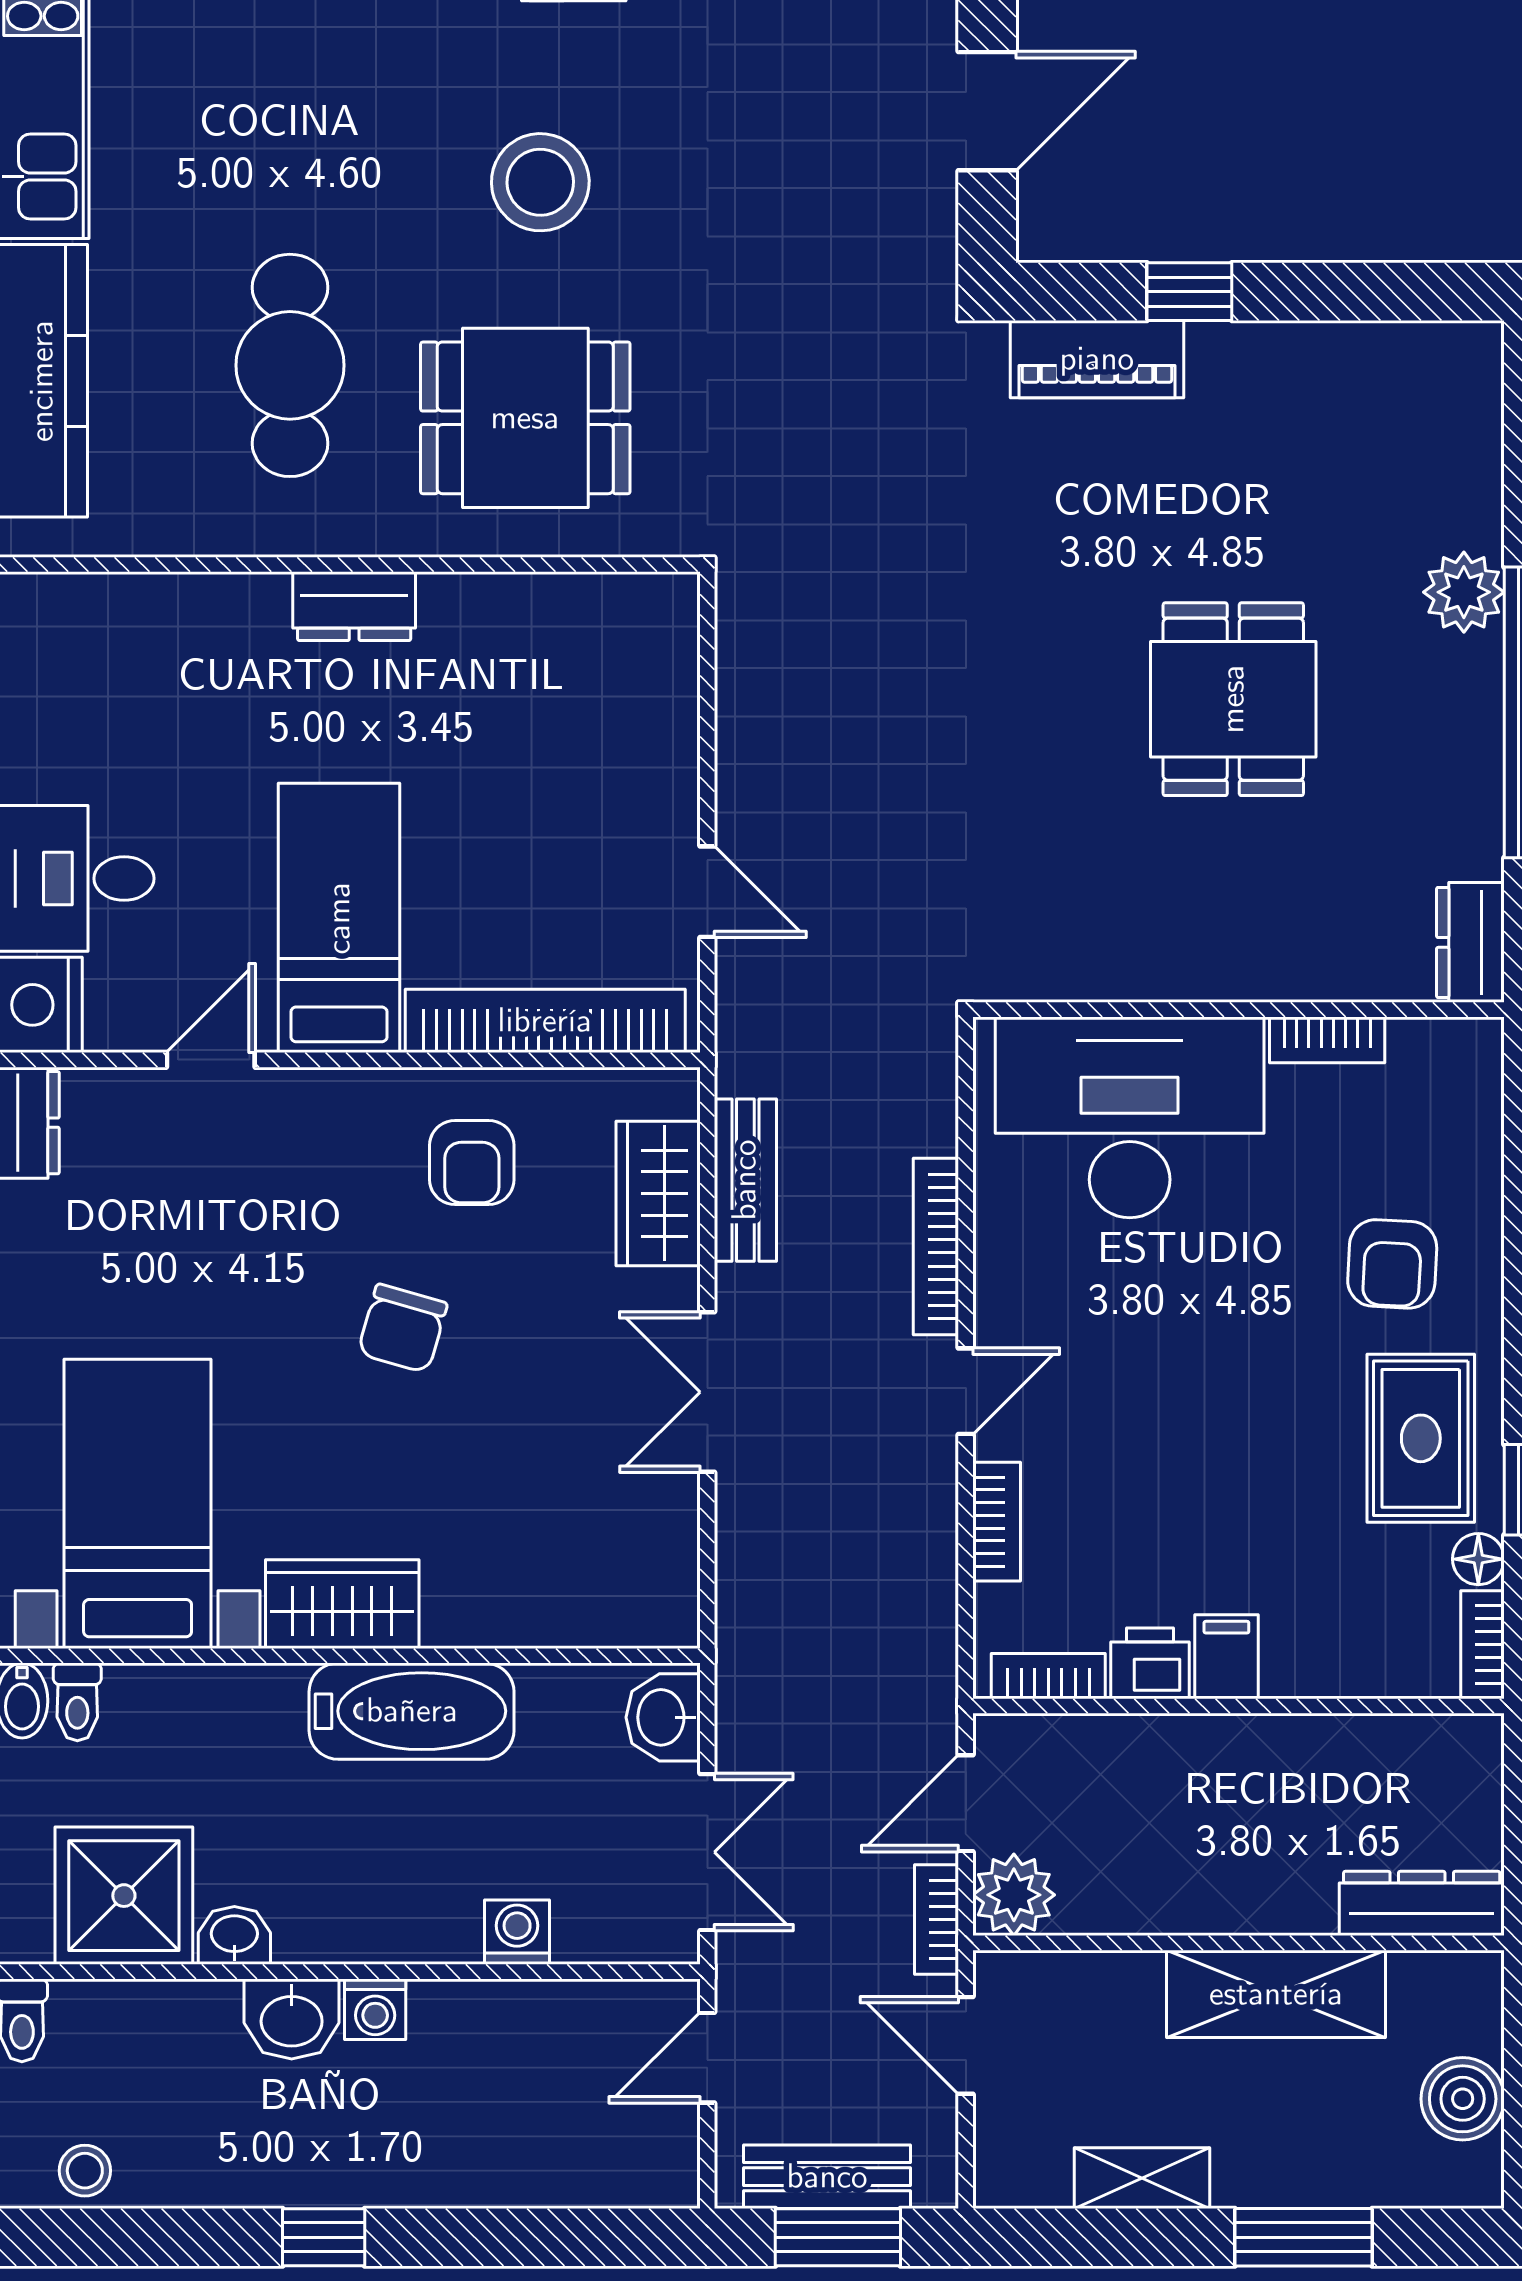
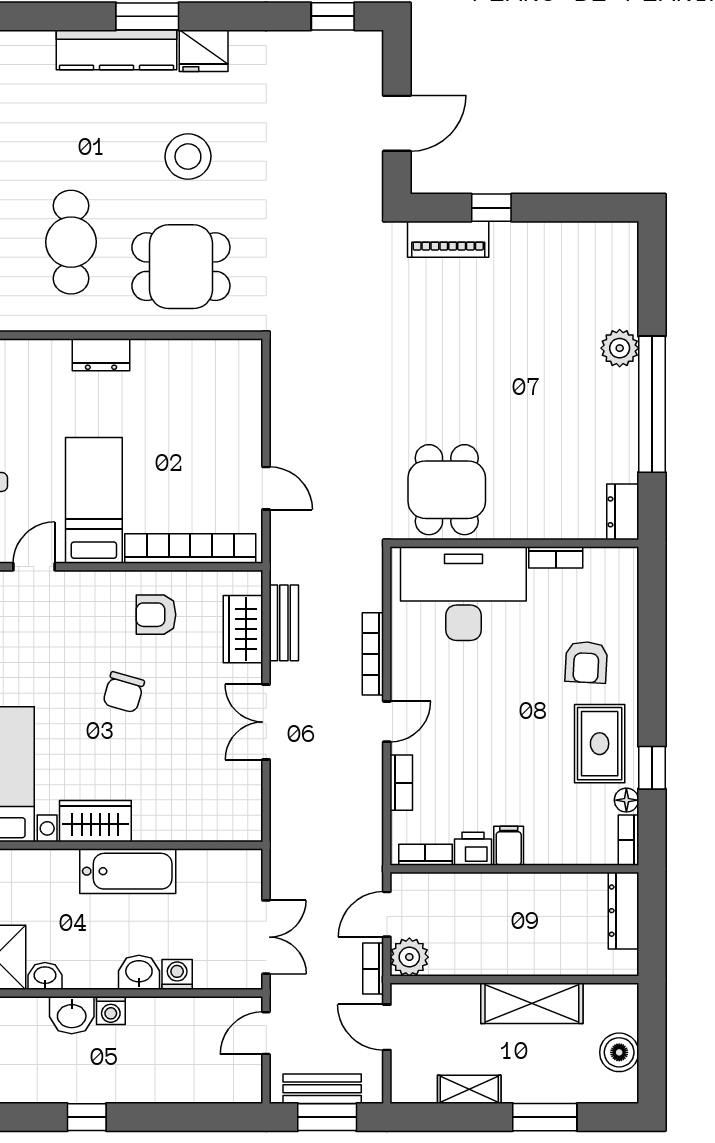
dining table: (1233, 699) -> (447, 490), moved
armchair: (472, 1162) -> (156, 615), turned 90
washbasin: (663, 1717) -> (139, 972), moved, turned 90
dresser: (1422, 1903) -> (623, 911), moved, turned -90

